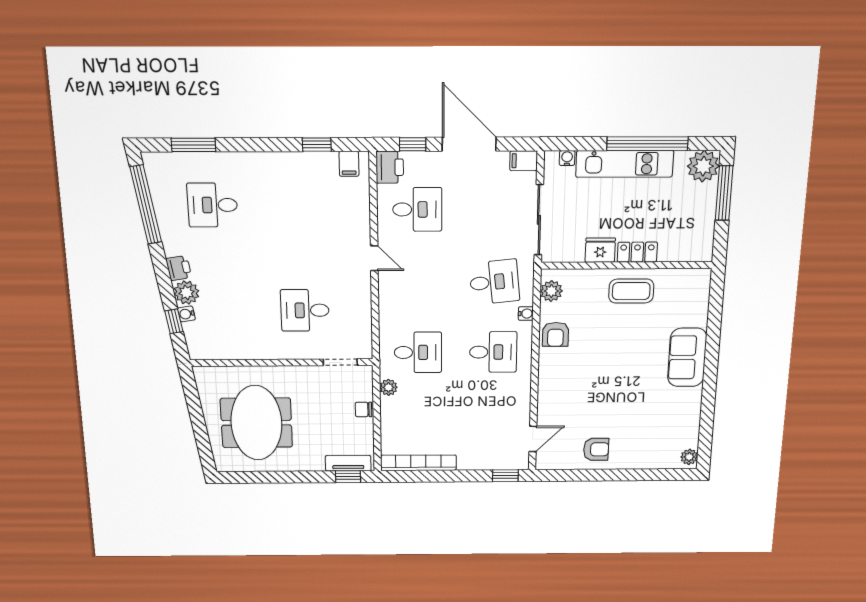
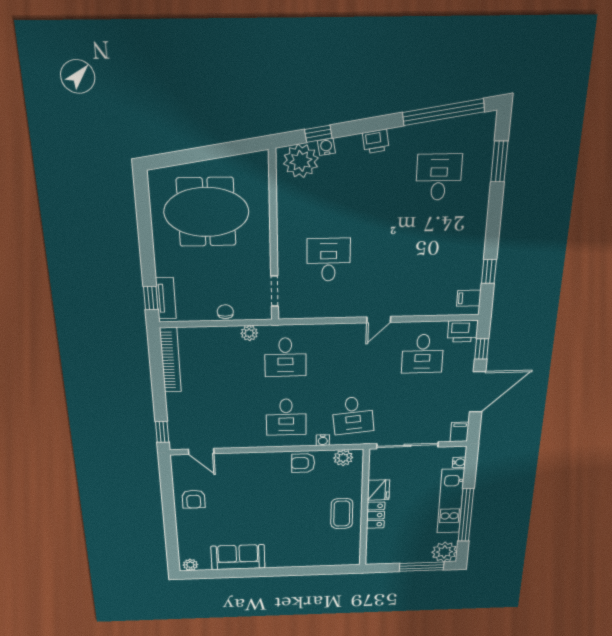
plant: (186, 292) -> (301, 161), moved, width x1.36, depth x1.36
sofa: (687, 357) -> (238, 557), moved

